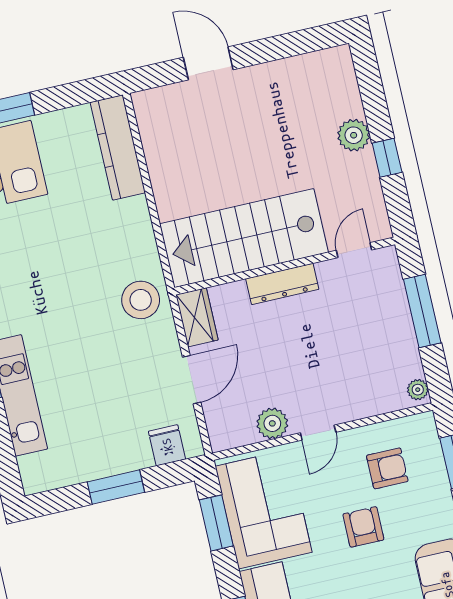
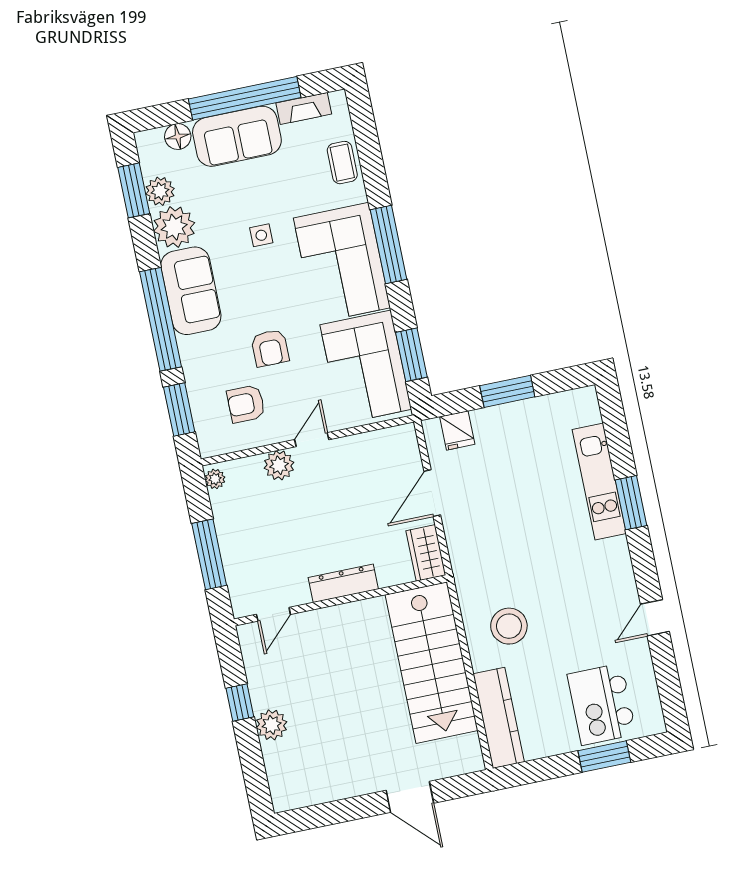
stairs: (244, 238) -> (432, 663), moved, turned 90
stool: (141, 300) -> (509, 626), moved
plant: (272, 423) -> (279, 465), moved

